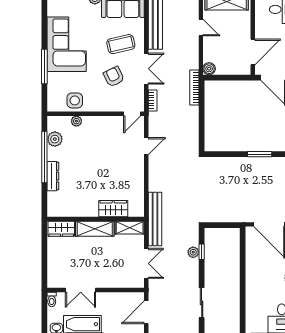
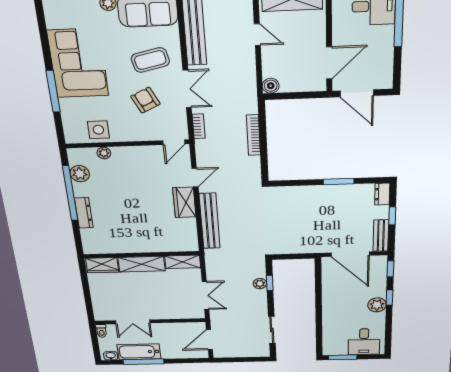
bookcase: (194, 88) -> (253, 135), moved
wardrobe: (113, 209) -> (184, 202), moved, turned -90
bench: (155, 219) -> (210, 221), moved

